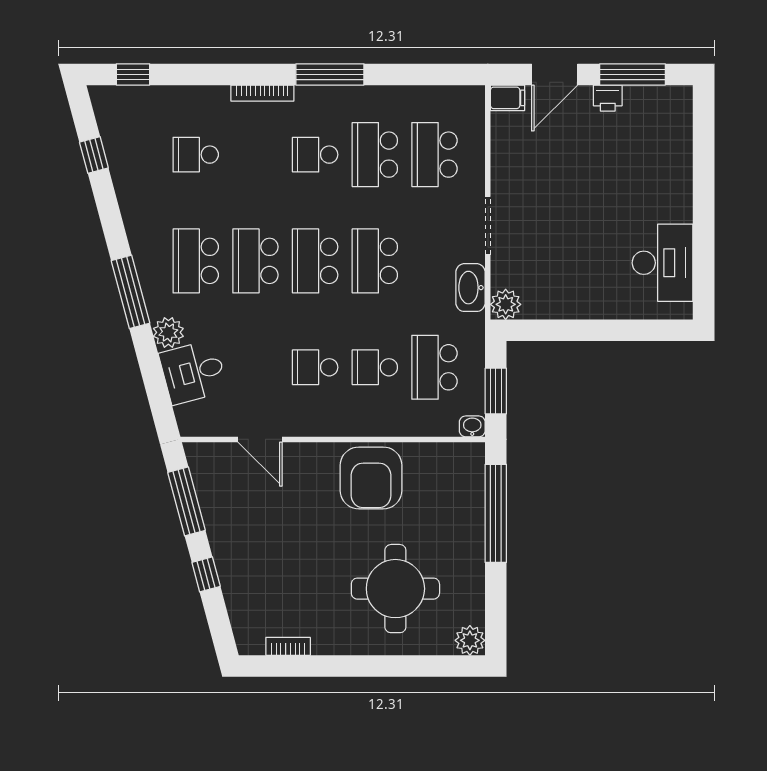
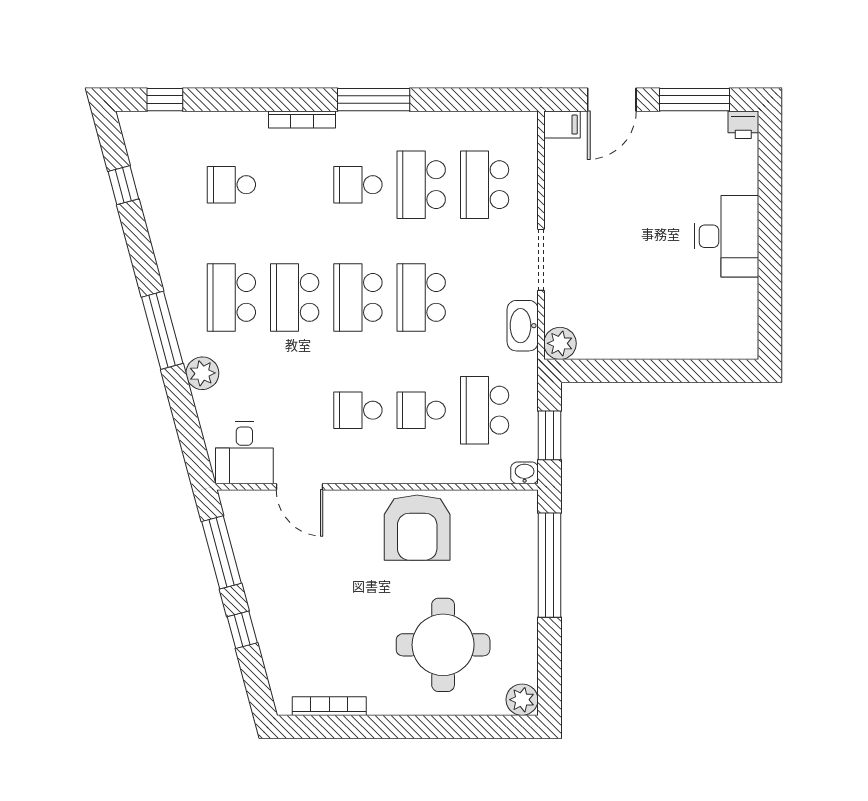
printer: (608, 98) -> (743, 125), moved
desk: (663, 263) -> (726, 236), moved
desk: (193, 372) -> (244, 453), moved, turned -75
bookcase: (288, 646) -> (329, 706), width x1.56

